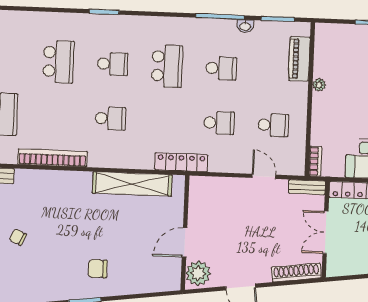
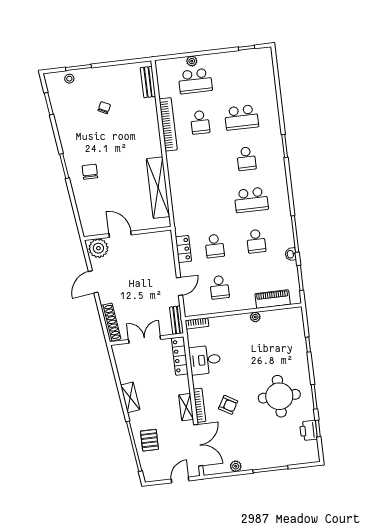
school desk: (111, 118) -> (200, 122), moved
locker: (181, 162) -> (183, 249), moved, width x0.66

